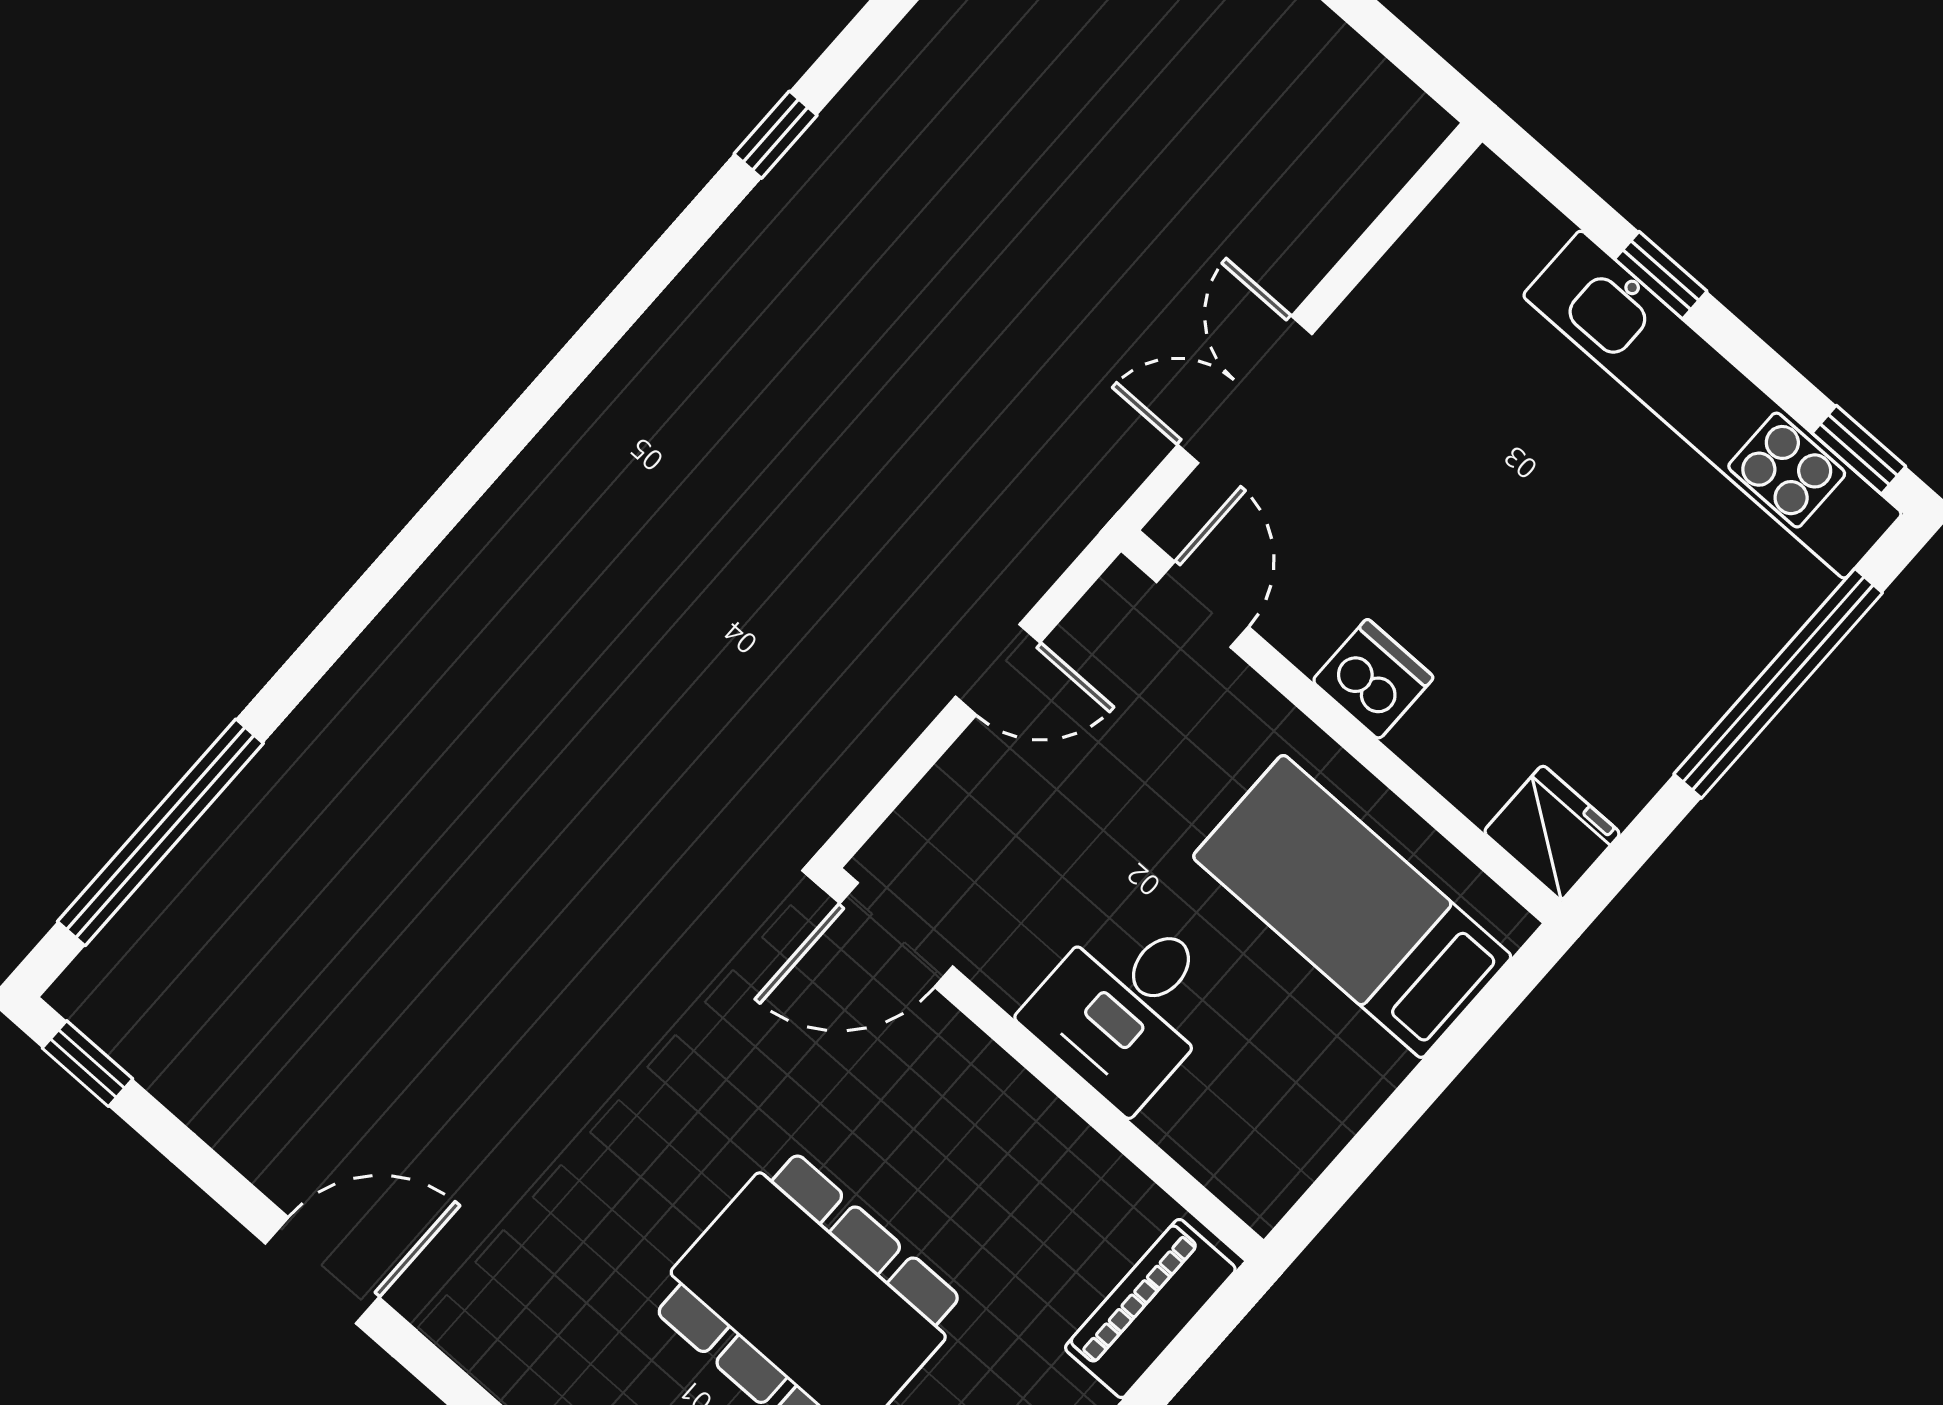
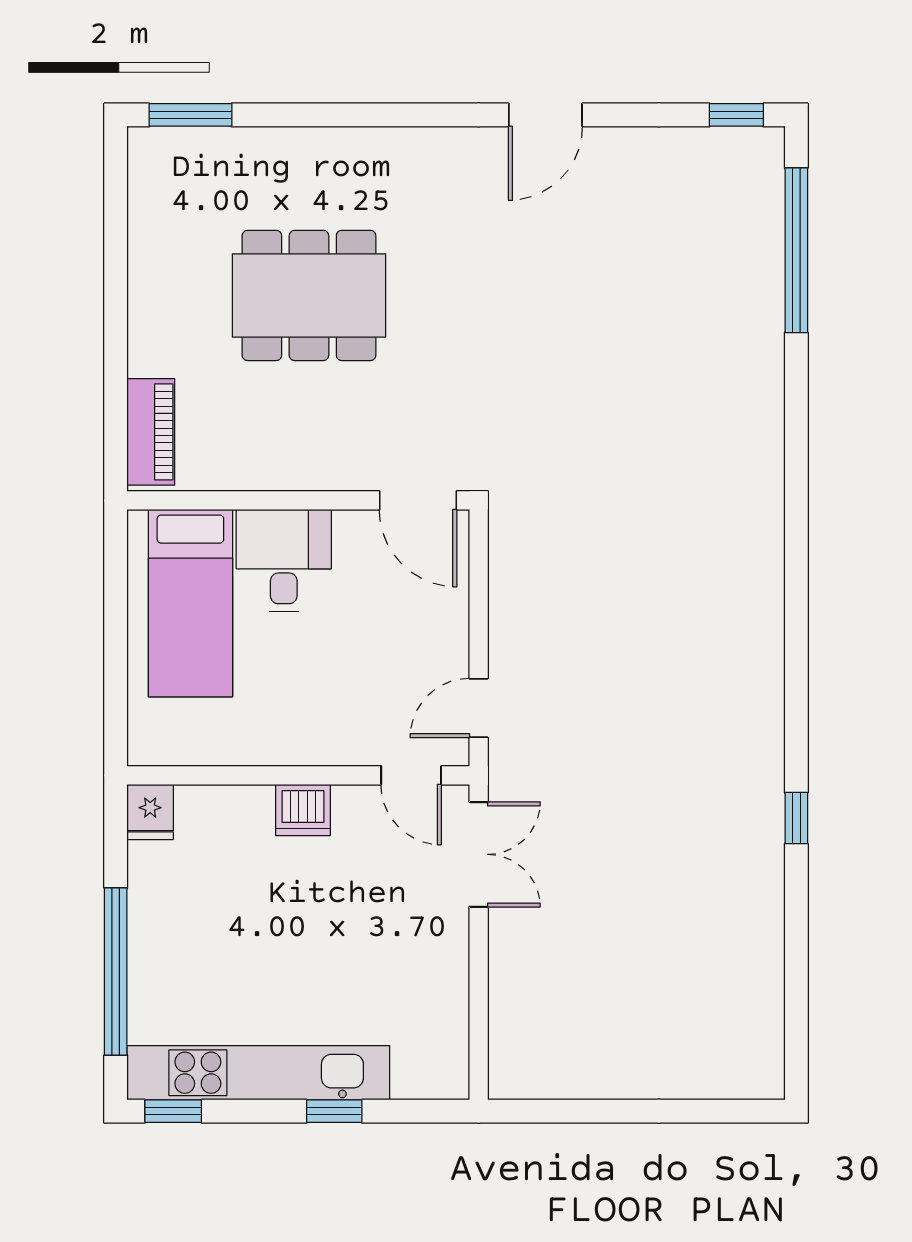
double door: (1245, 389) -> (479, 854), moved
door: (998, 670) -> (479, 708), moved
fridge: (1552, 833) -> (150, 812), width x0.72
bed: (1352, 907) -> (190, 603), moved, turned 90
door: (896, 935) -> (418, 500), swing flipped

